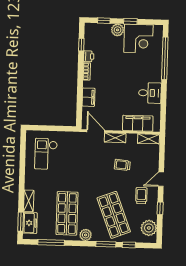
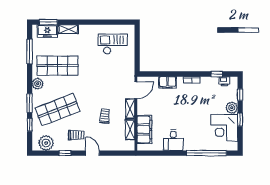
printer: (89, 56) -> (225, 81), moved
shelving: (148, 139) -> (130, 130), moved

